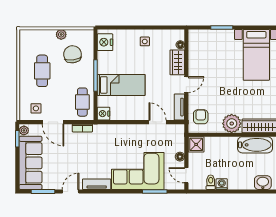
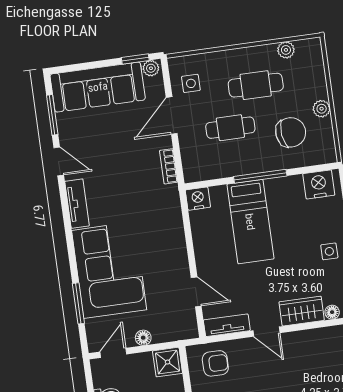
plant: (24, 50) -> (286, 50), added
cafe table: (82, 102) -> (230, 128), moved
door: (158, 122) -> (196, 292), hinge flipped

